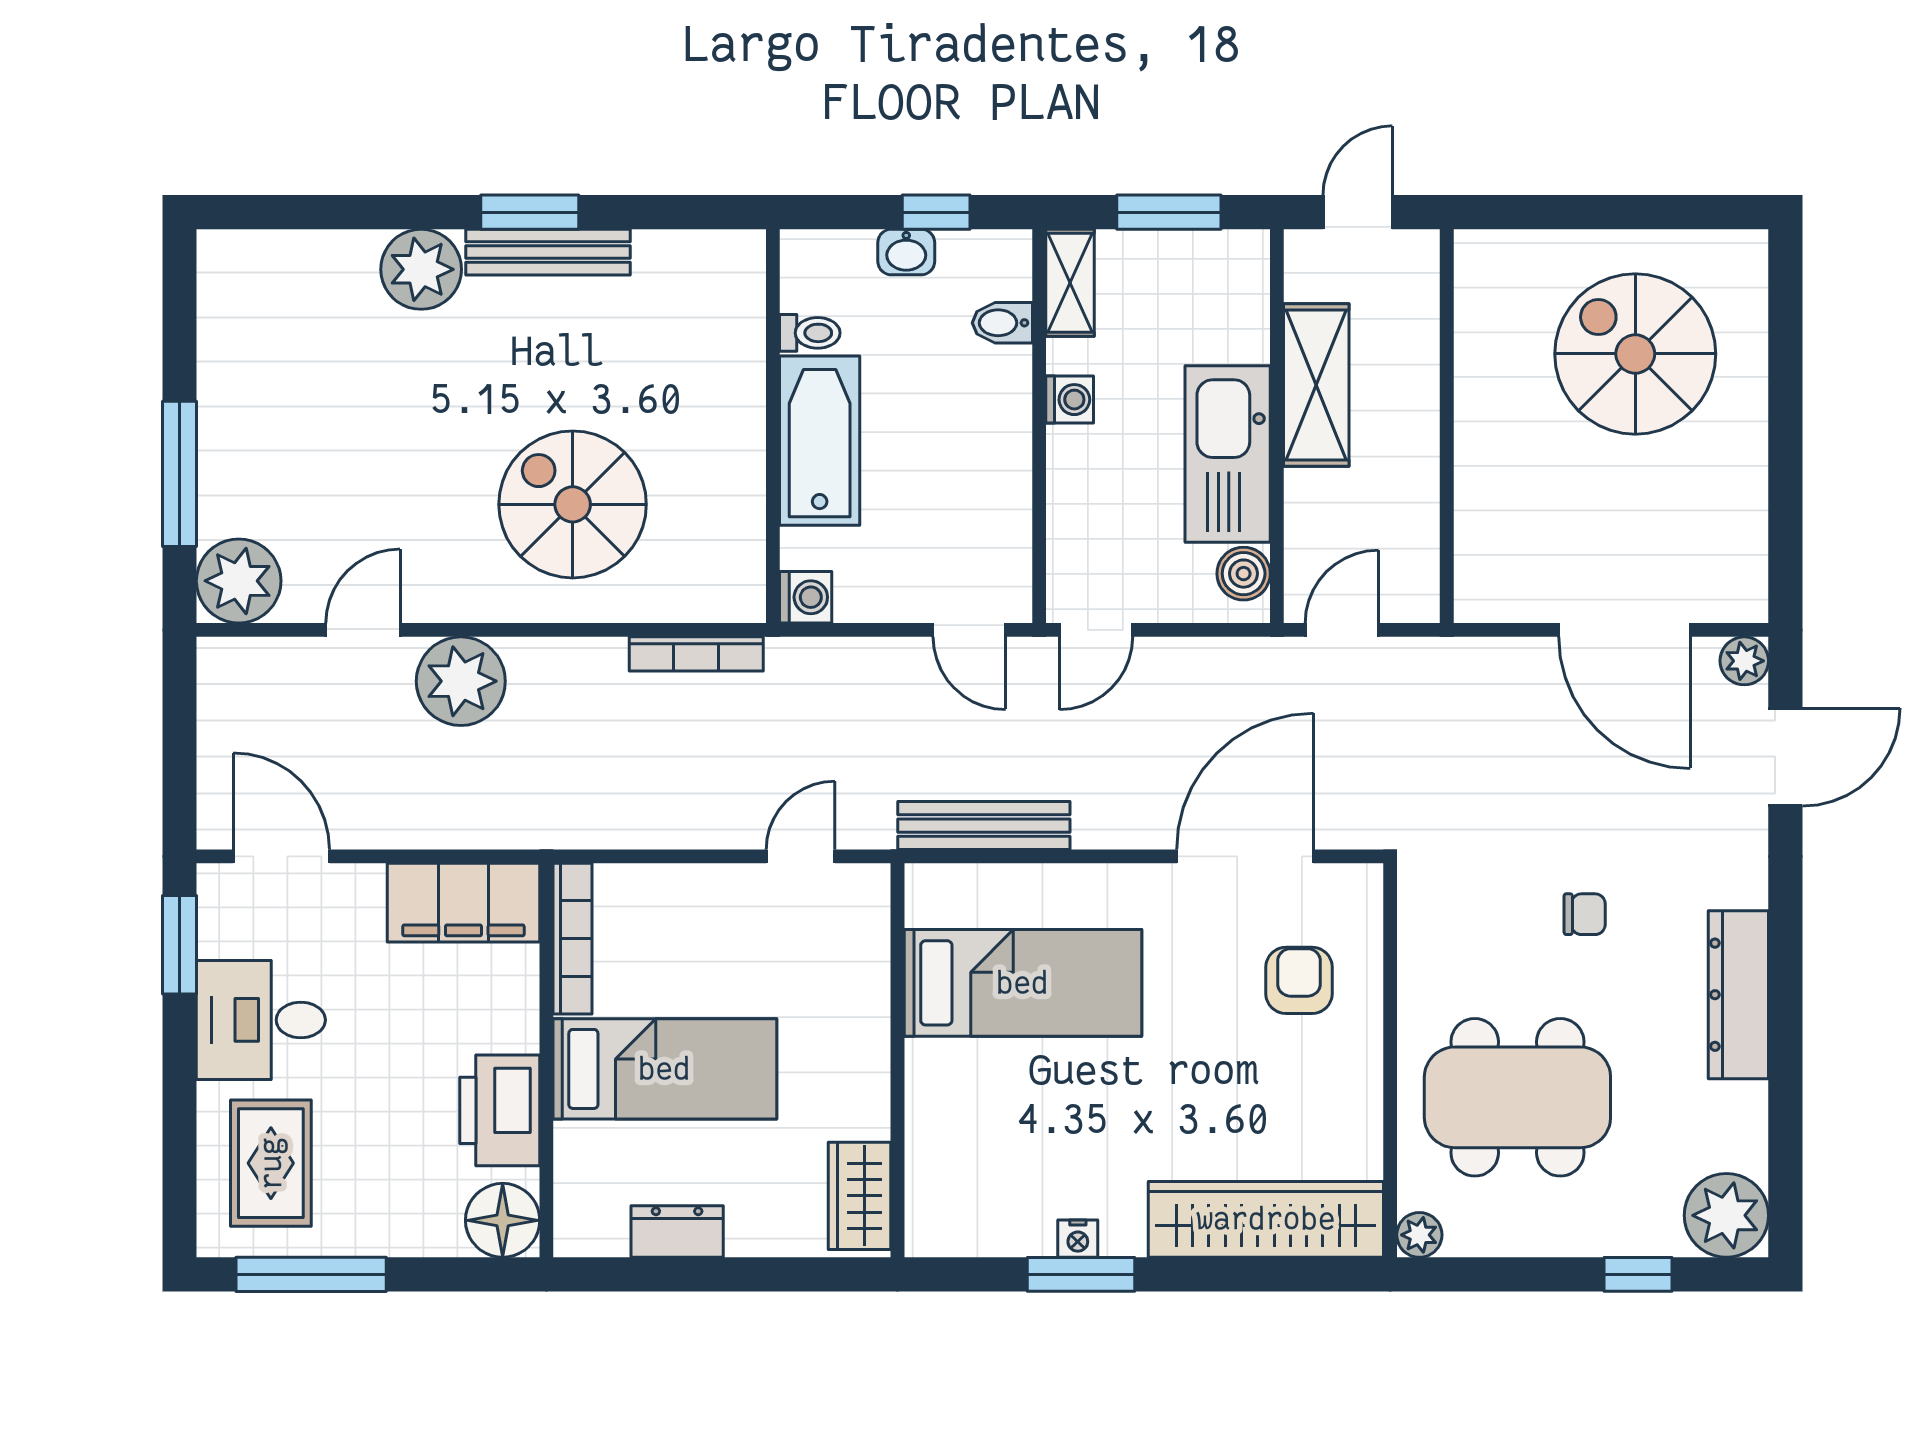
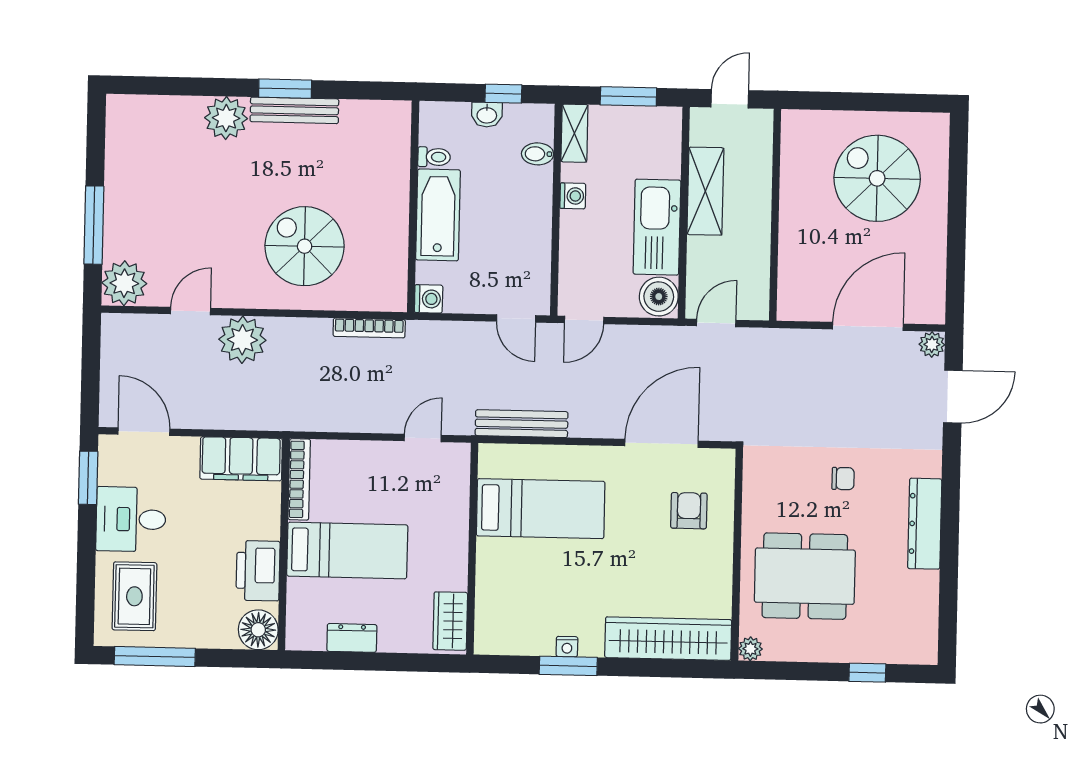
boiler: (1244, 574) -> (659, 297), width x1.36, depth x1.36
door: (1624, 630) -> (868, 326), swing flipped
plant: (1726, 1215) -> (916, 642), removed

